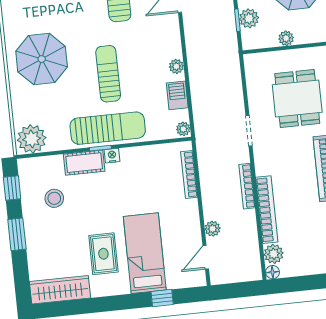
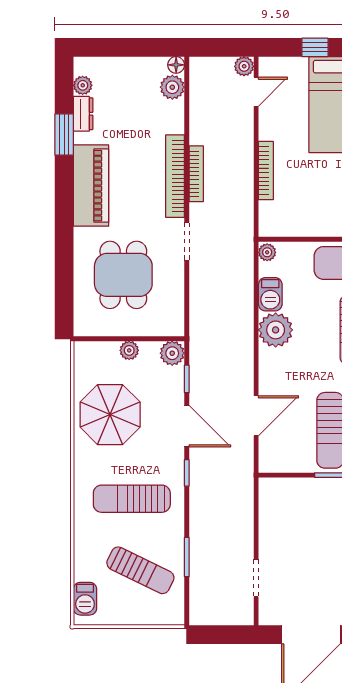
plant: (249, 18) -> (172, 353), moved
plant: (176, 66) -> (276, 330), width x1.87, depth x1.87
bookcase: (189, 175) -> (266, 171), moved
bookcase: (267, 210) -> (175, 176), moved
plant: (213, 229) -> (244, 66), moved

